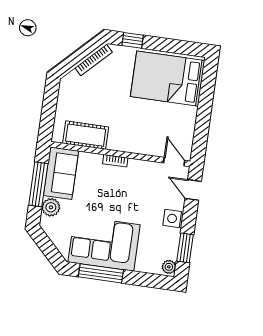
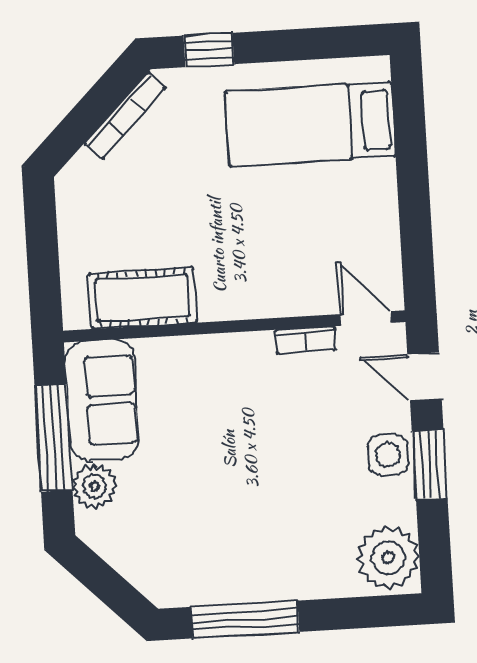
bed: (168, 79) -> (310, 124), width x0.67
bookcase: (115, 161) -> (306, 340), moved
corner sofa: (104, 243) -> (238, 547), removed
window: (185, 248) -> (430, 465), moved
plant: (169, 267) -> (388, 558), width x1.88, depth x1.88

